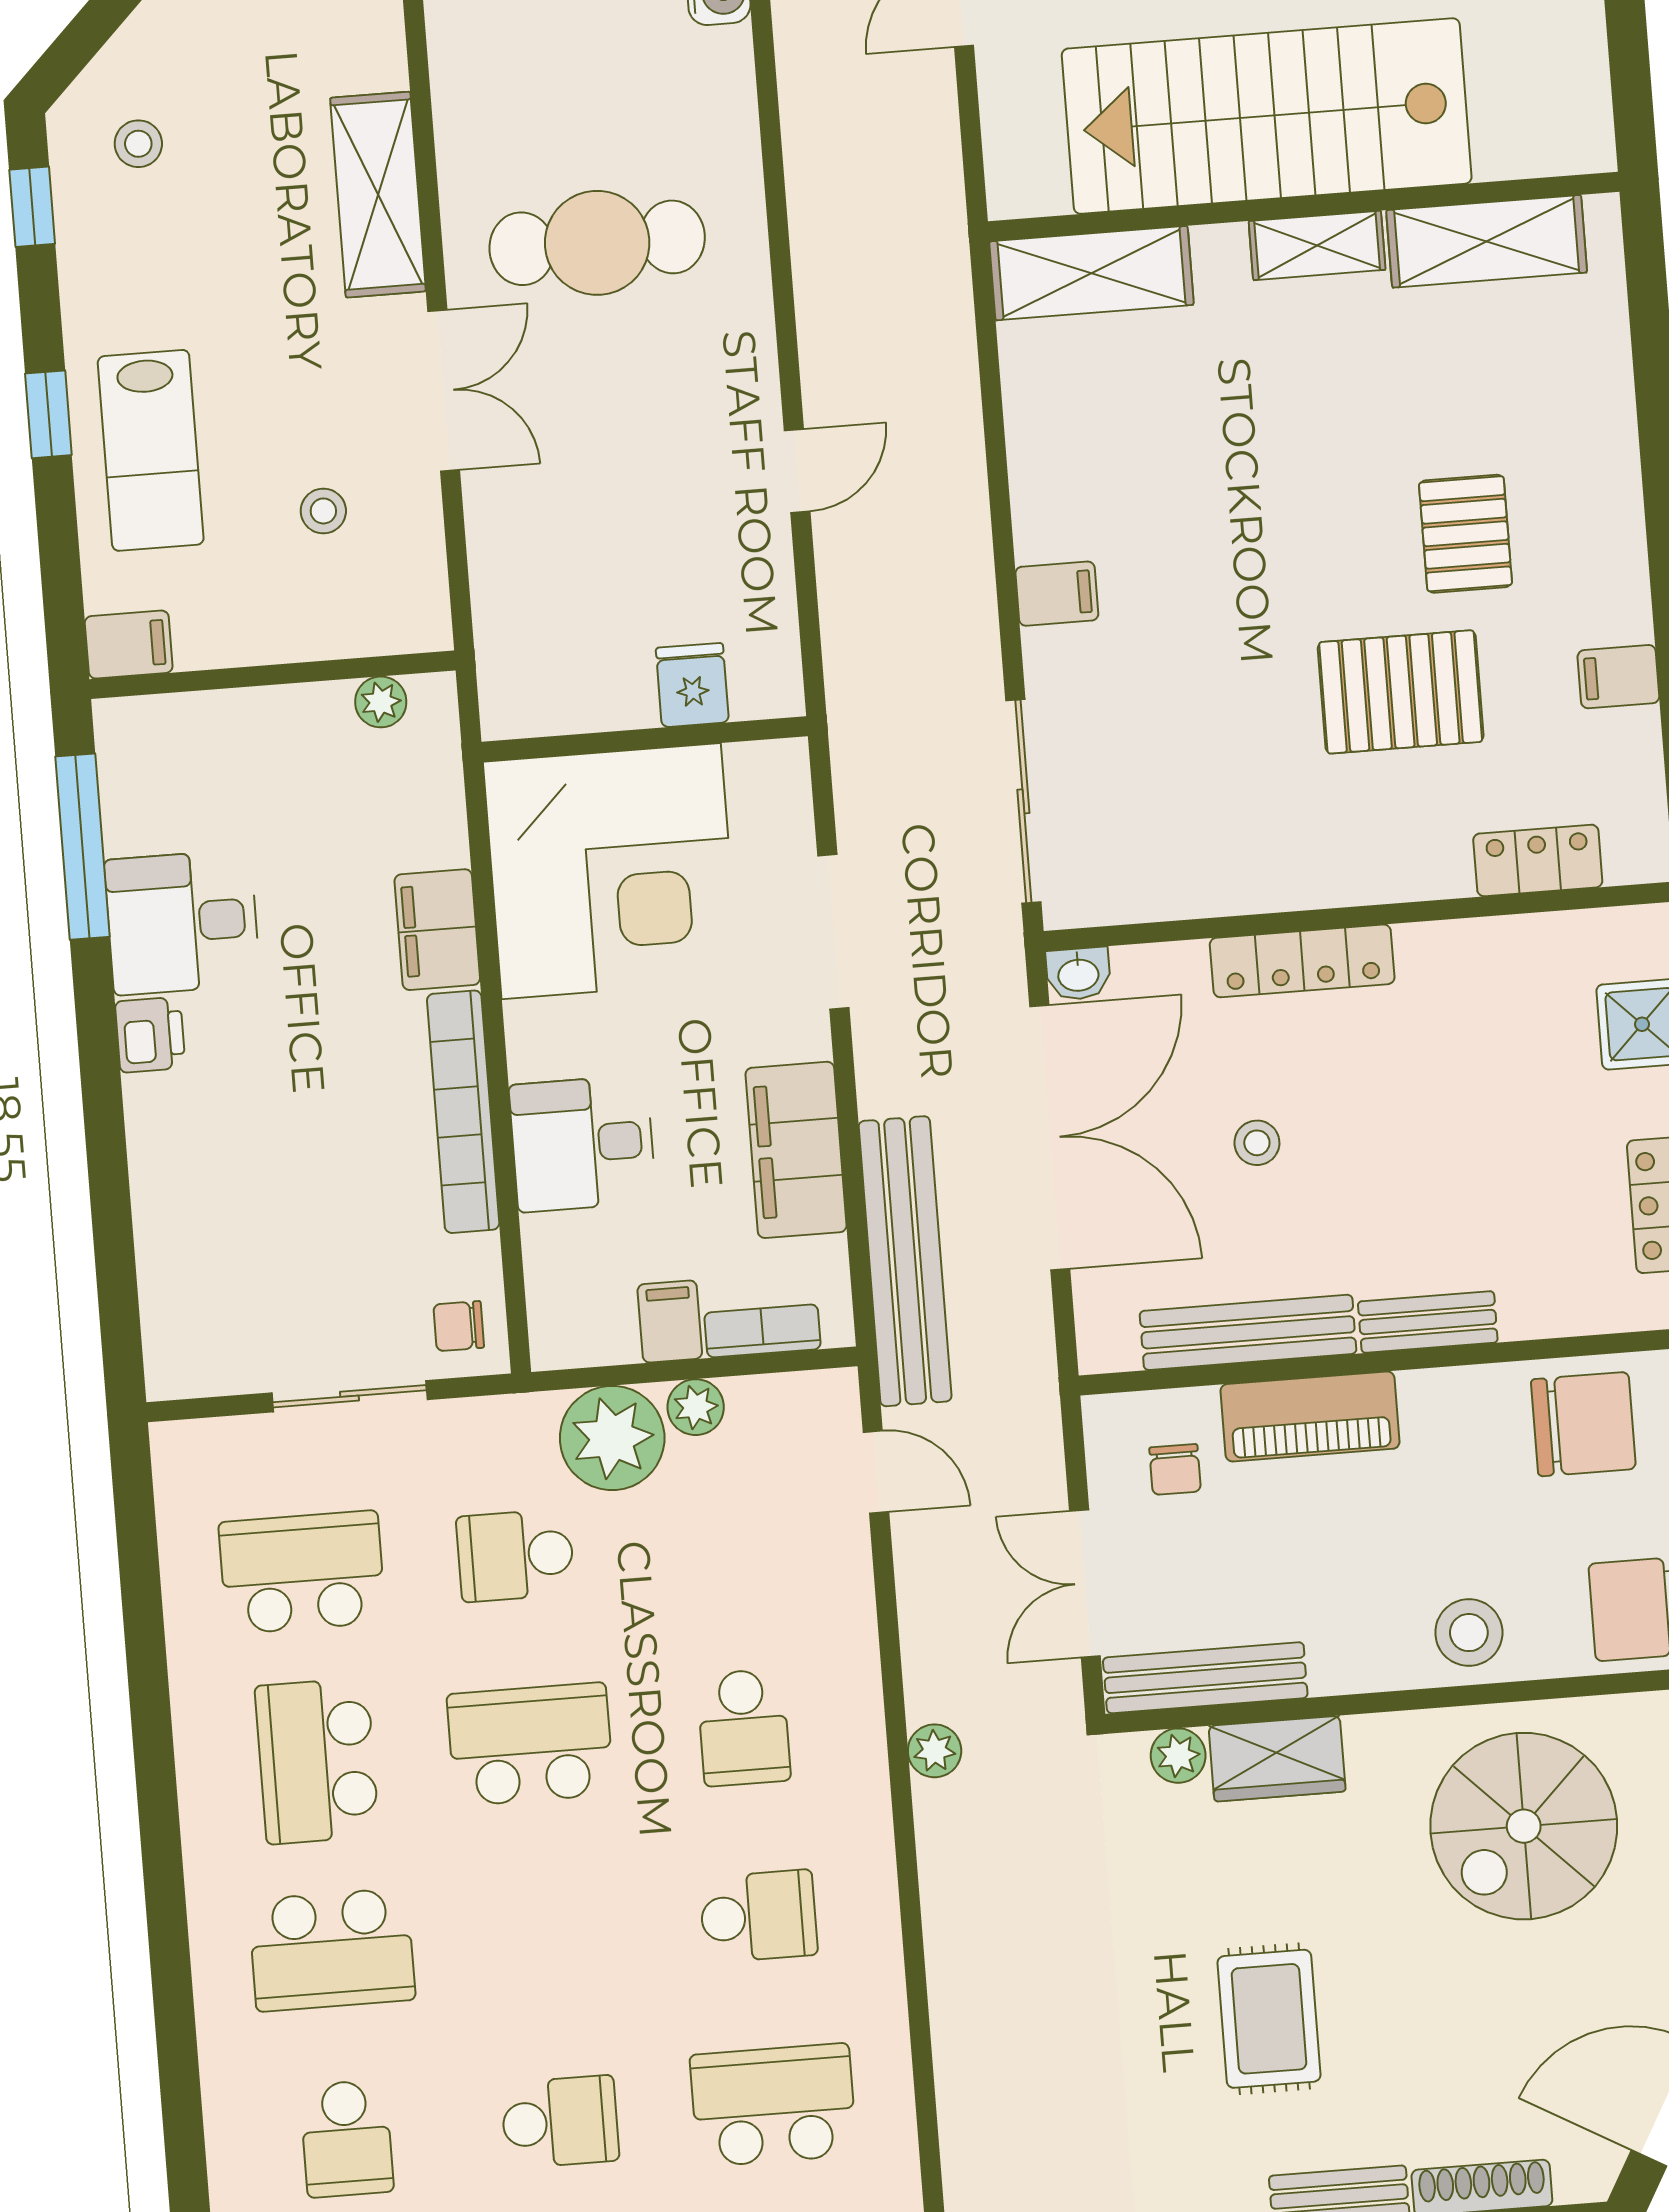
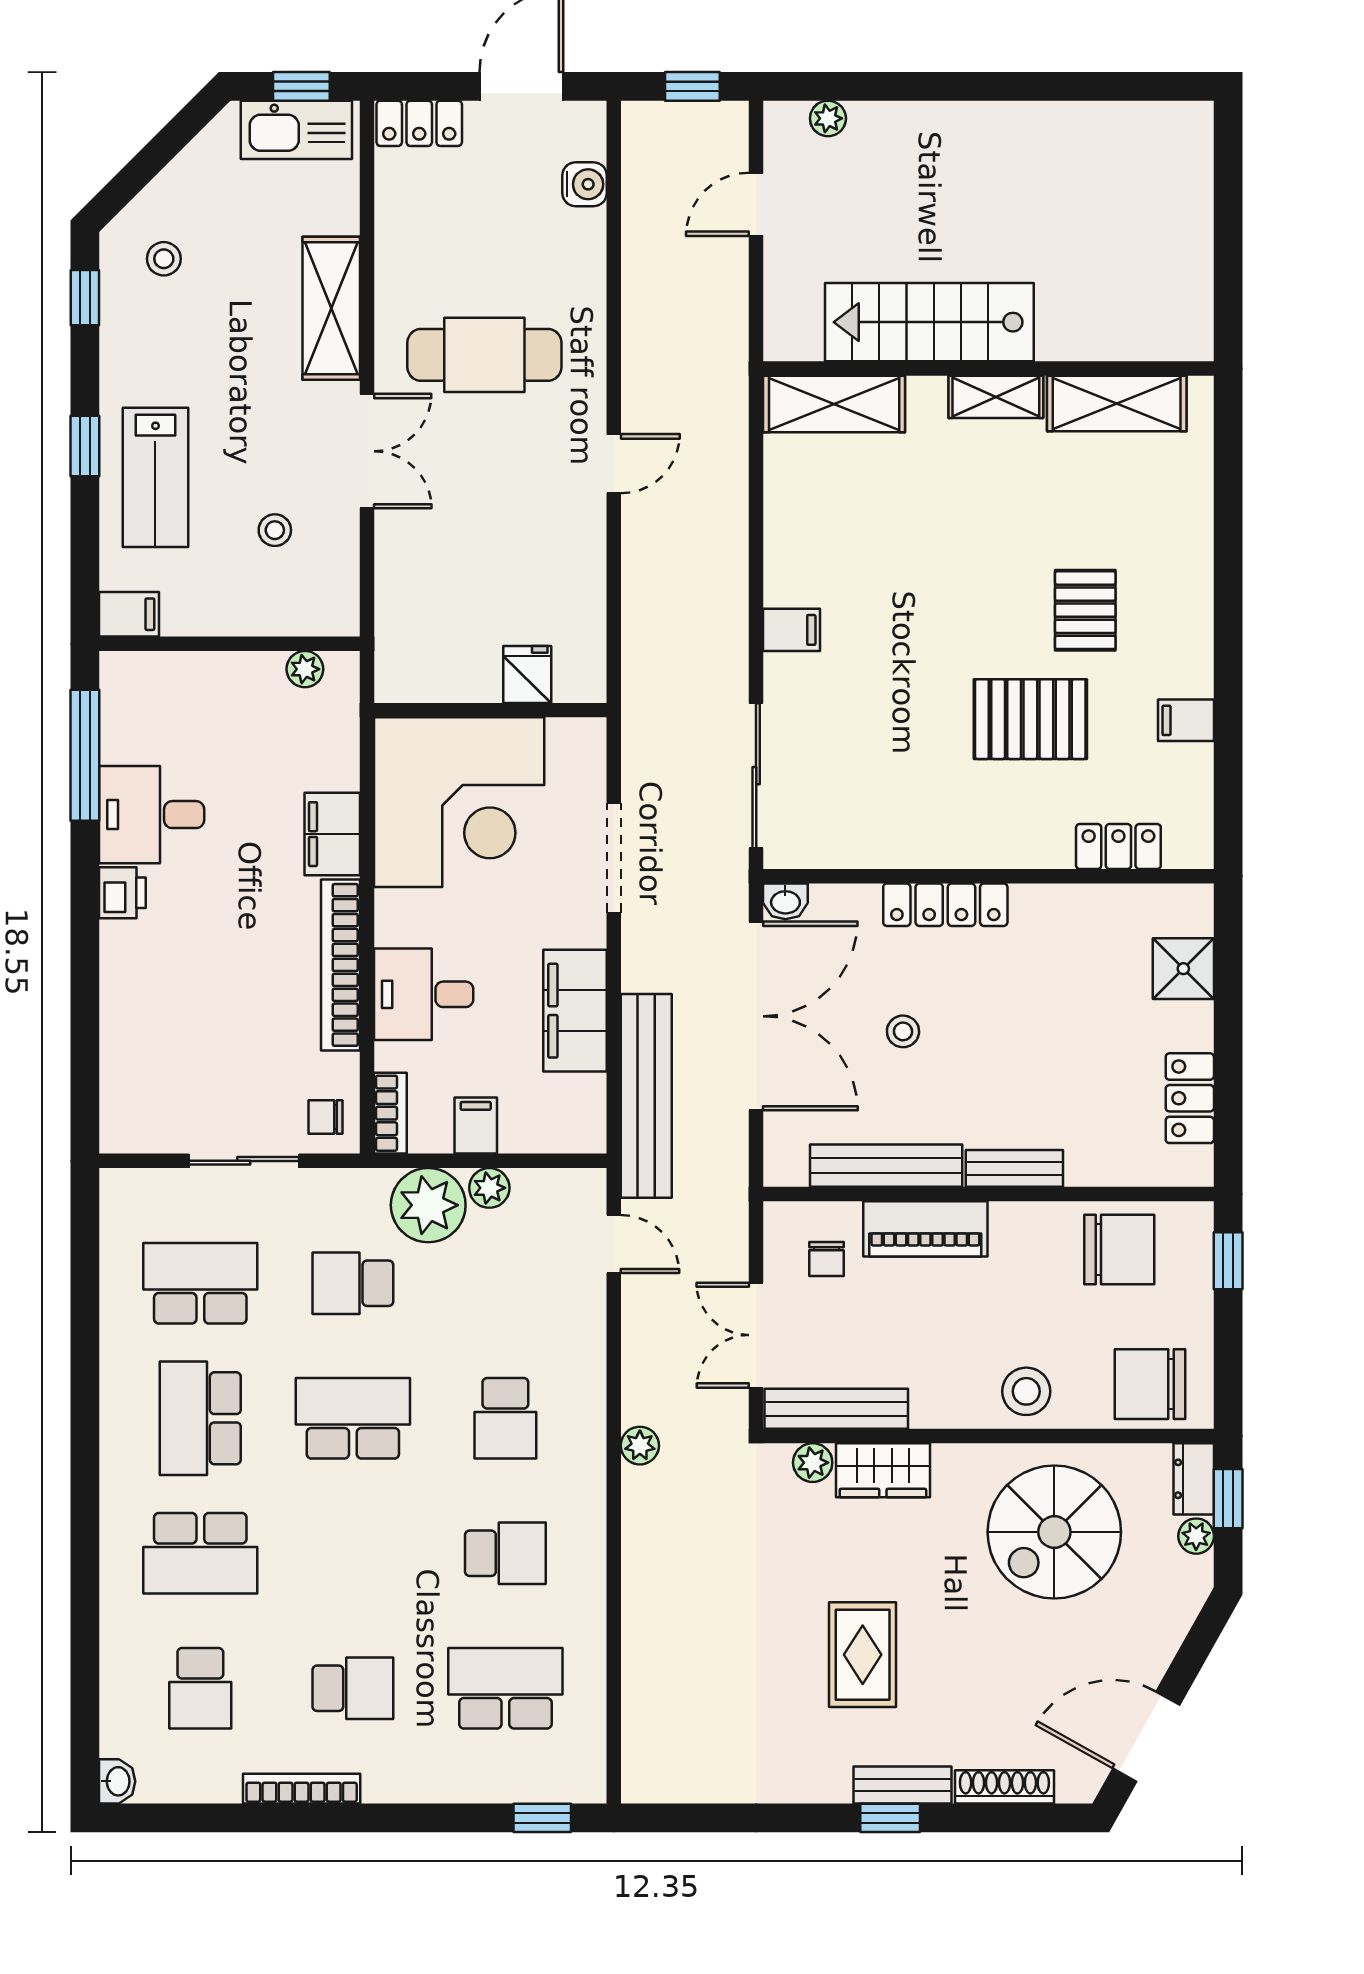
stairs: (1267, 116) -> (929, 322), width x0.73, depth x0.66
door: (797, 471) -> (614, 464), moved
bookcase: (763, 1331) -> (390, 1113), moved, turned 90

